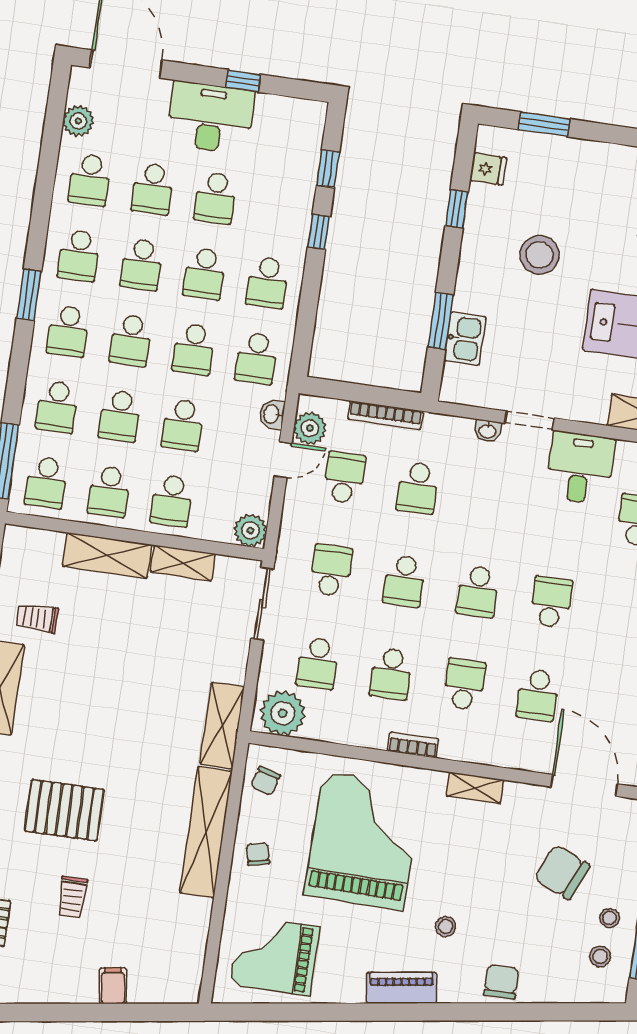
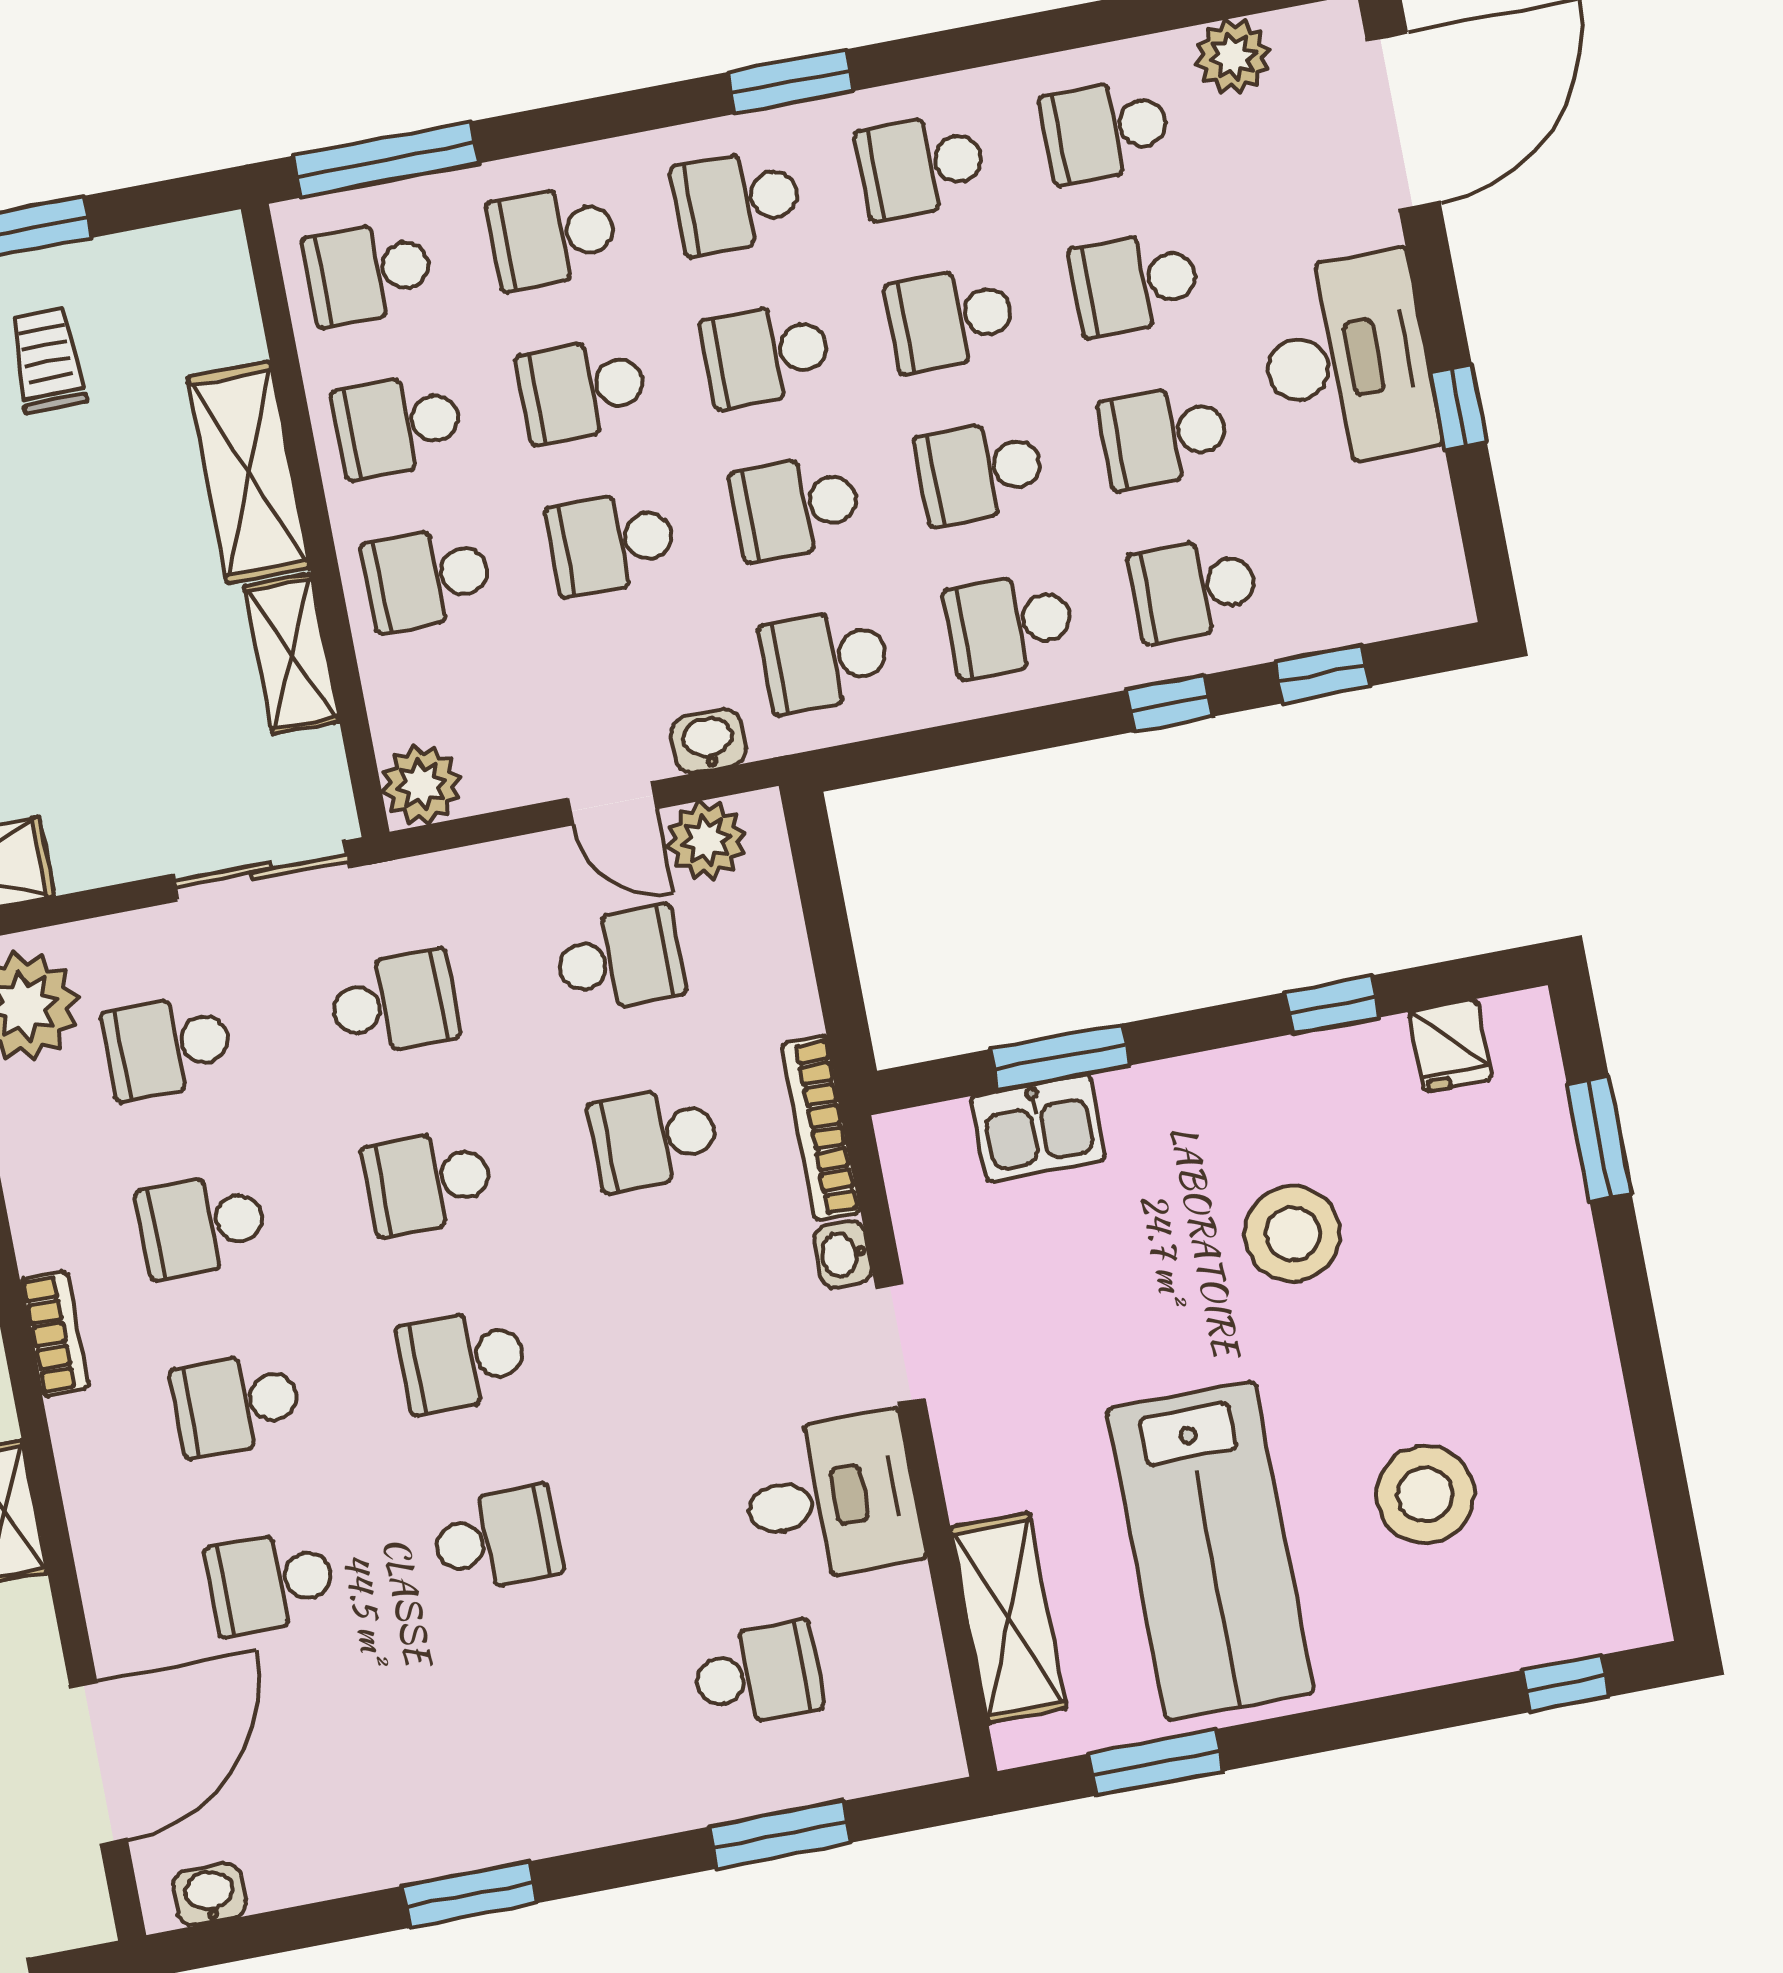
school desk: (278, 207) -> (1194, 589), added
bookcase: (385, 415) -> (821, 1128), moved
school desk: (464, 684) -> (236, 1404), turned 180

